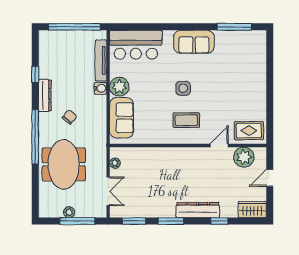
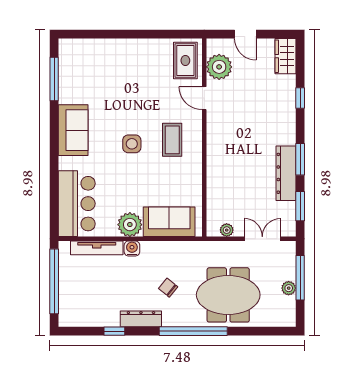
dresser: (198, 210) -> (286, 173), moved

